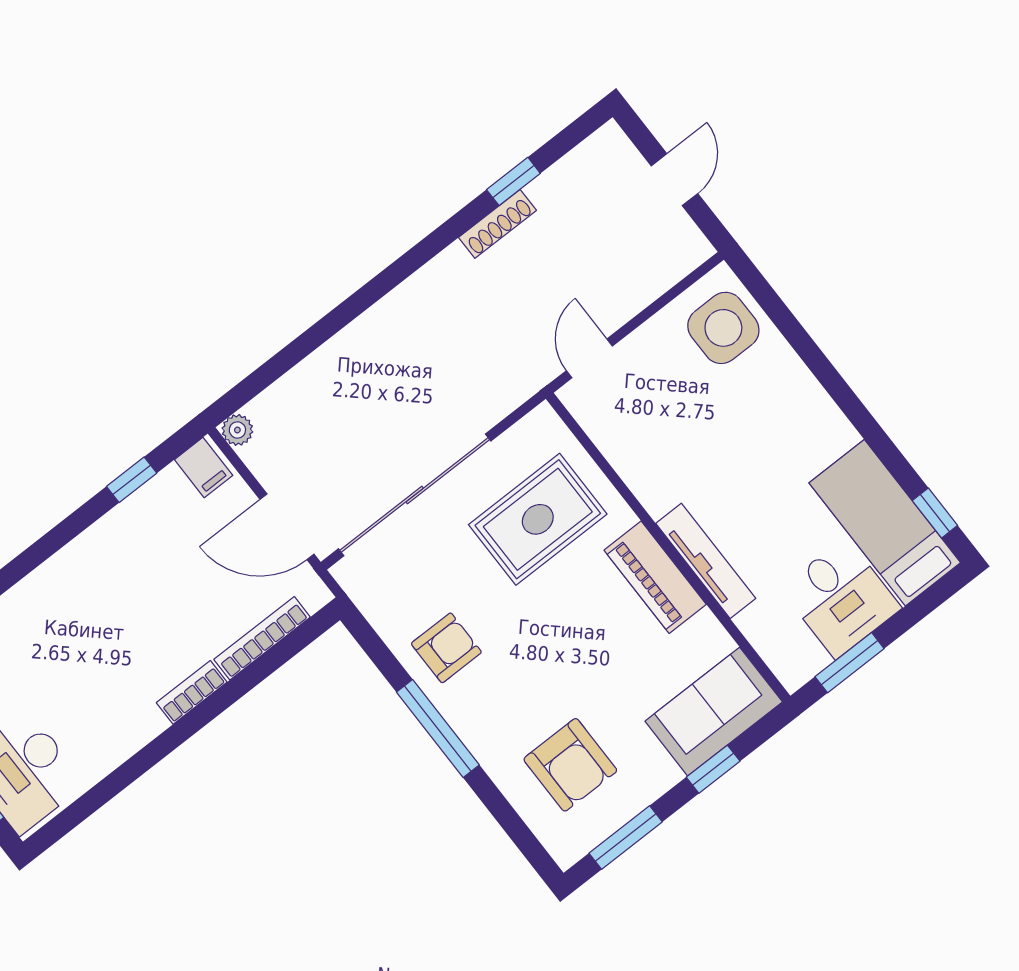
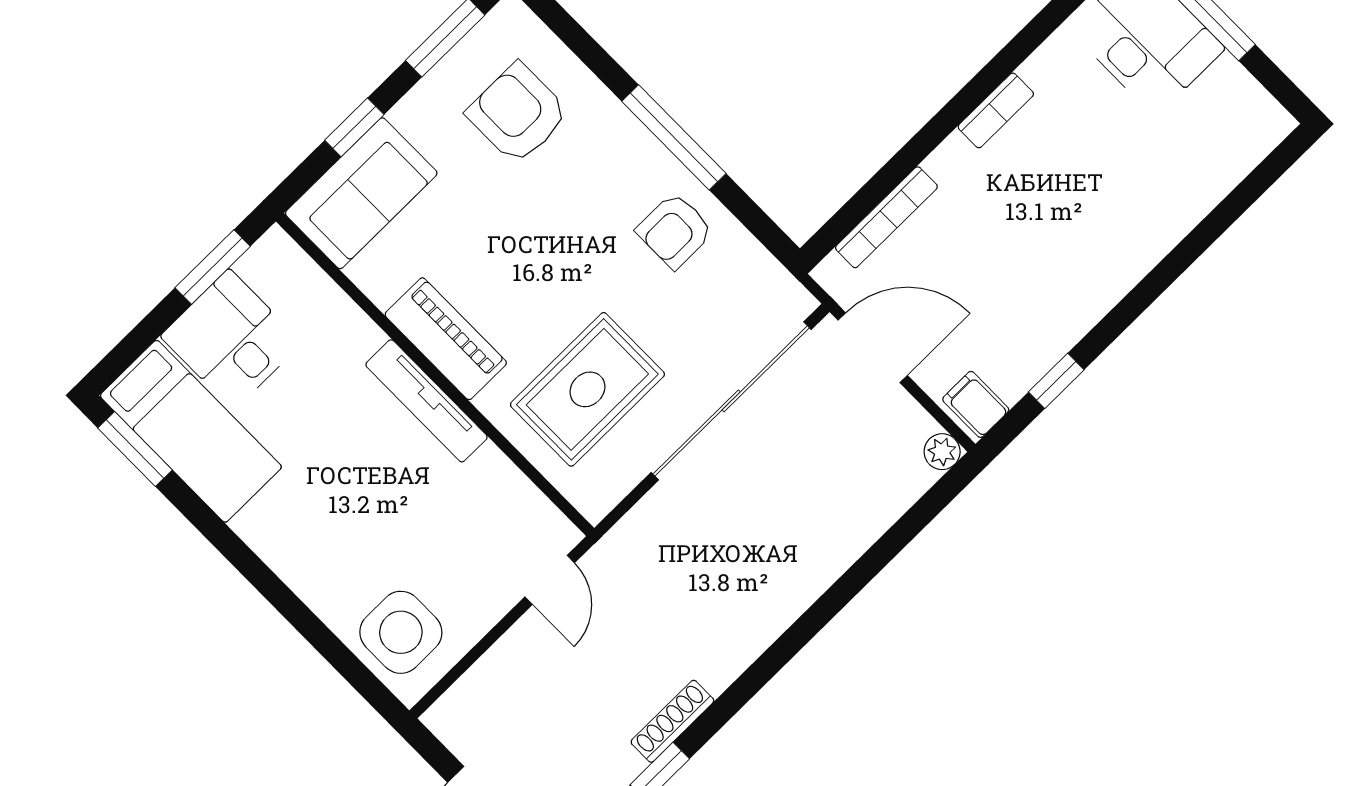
window: (935, 513) -> (135, 449), width x1.50
tv unit: (706, 561) -> (427, 401), moved
bookcase: (192, 692) -> (996, 110), moved

